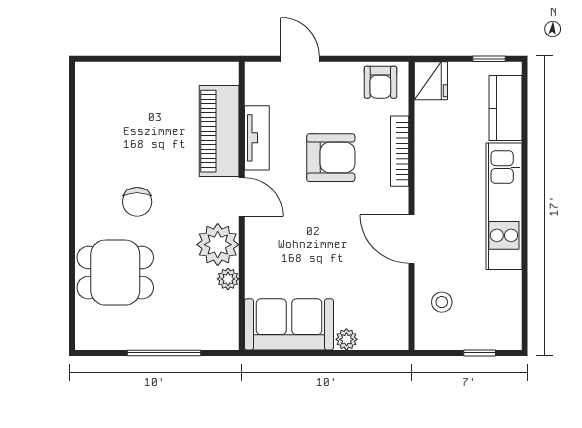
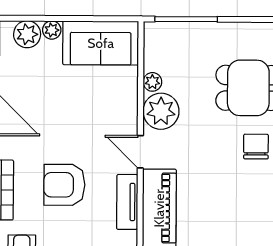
chair: (137, 202) -> (256, 147), moved
plant: (375, 334) -> (27, 34), added
window: (164, 353) -> (186, 19), moved

